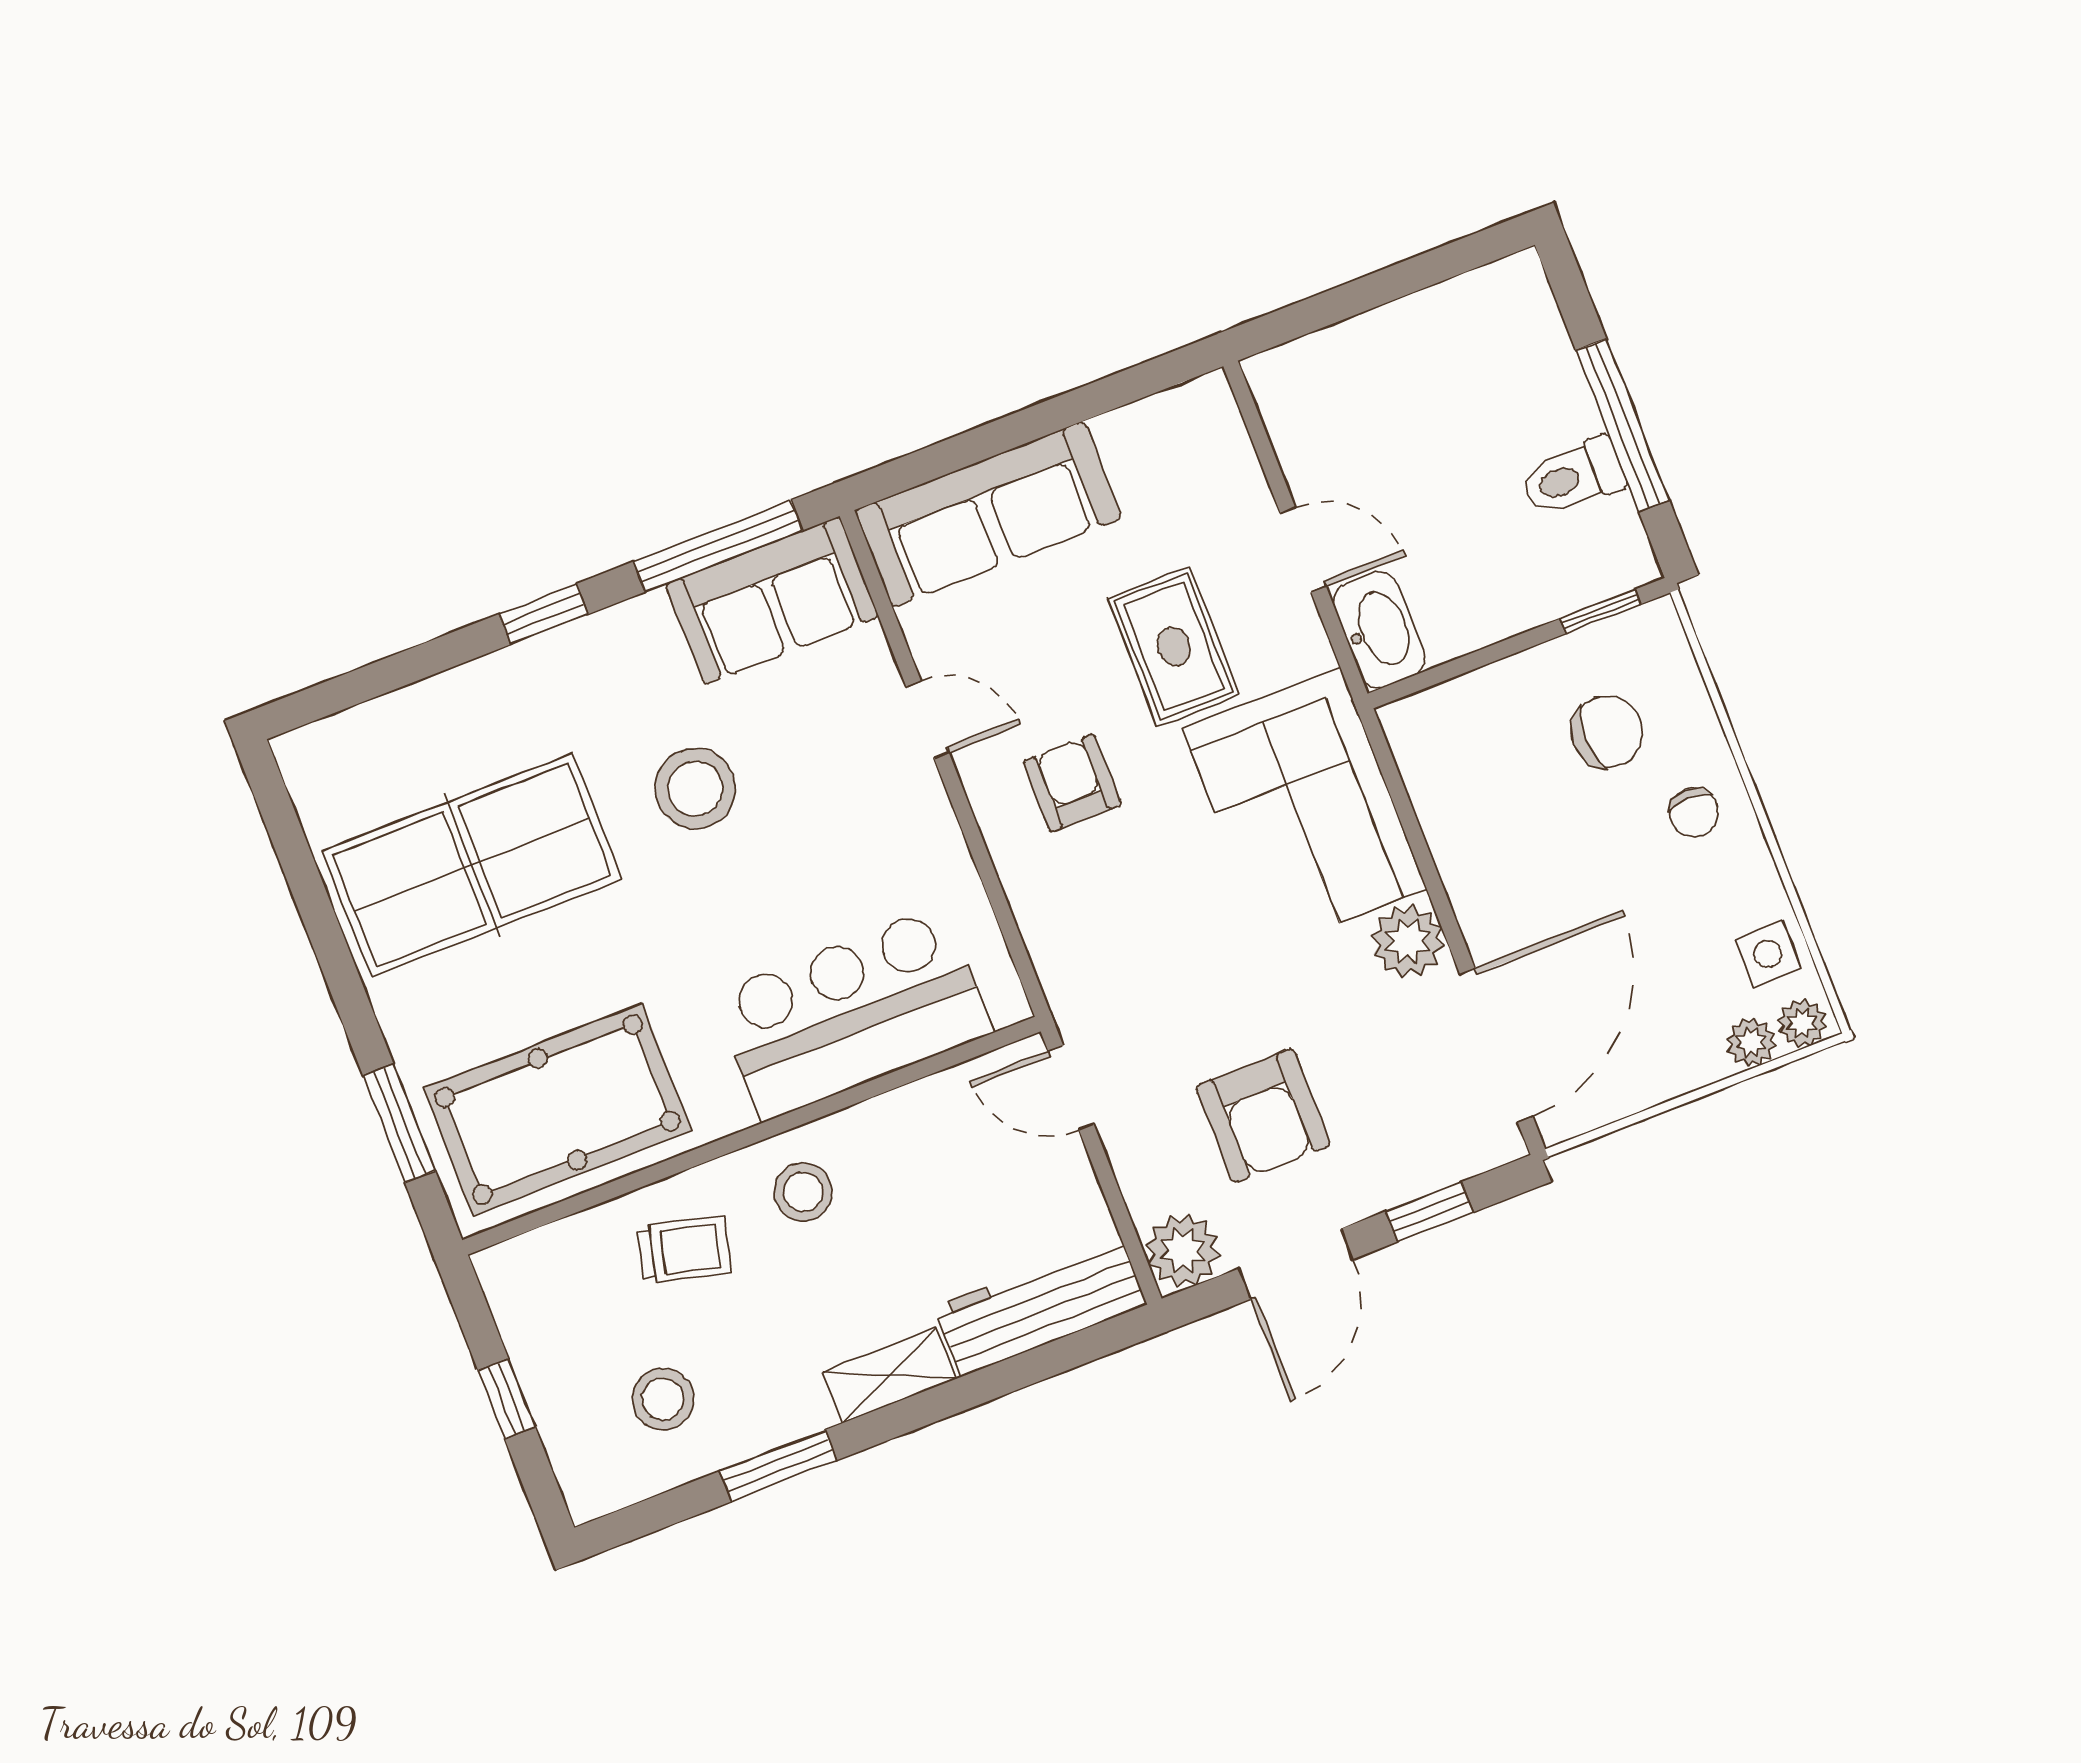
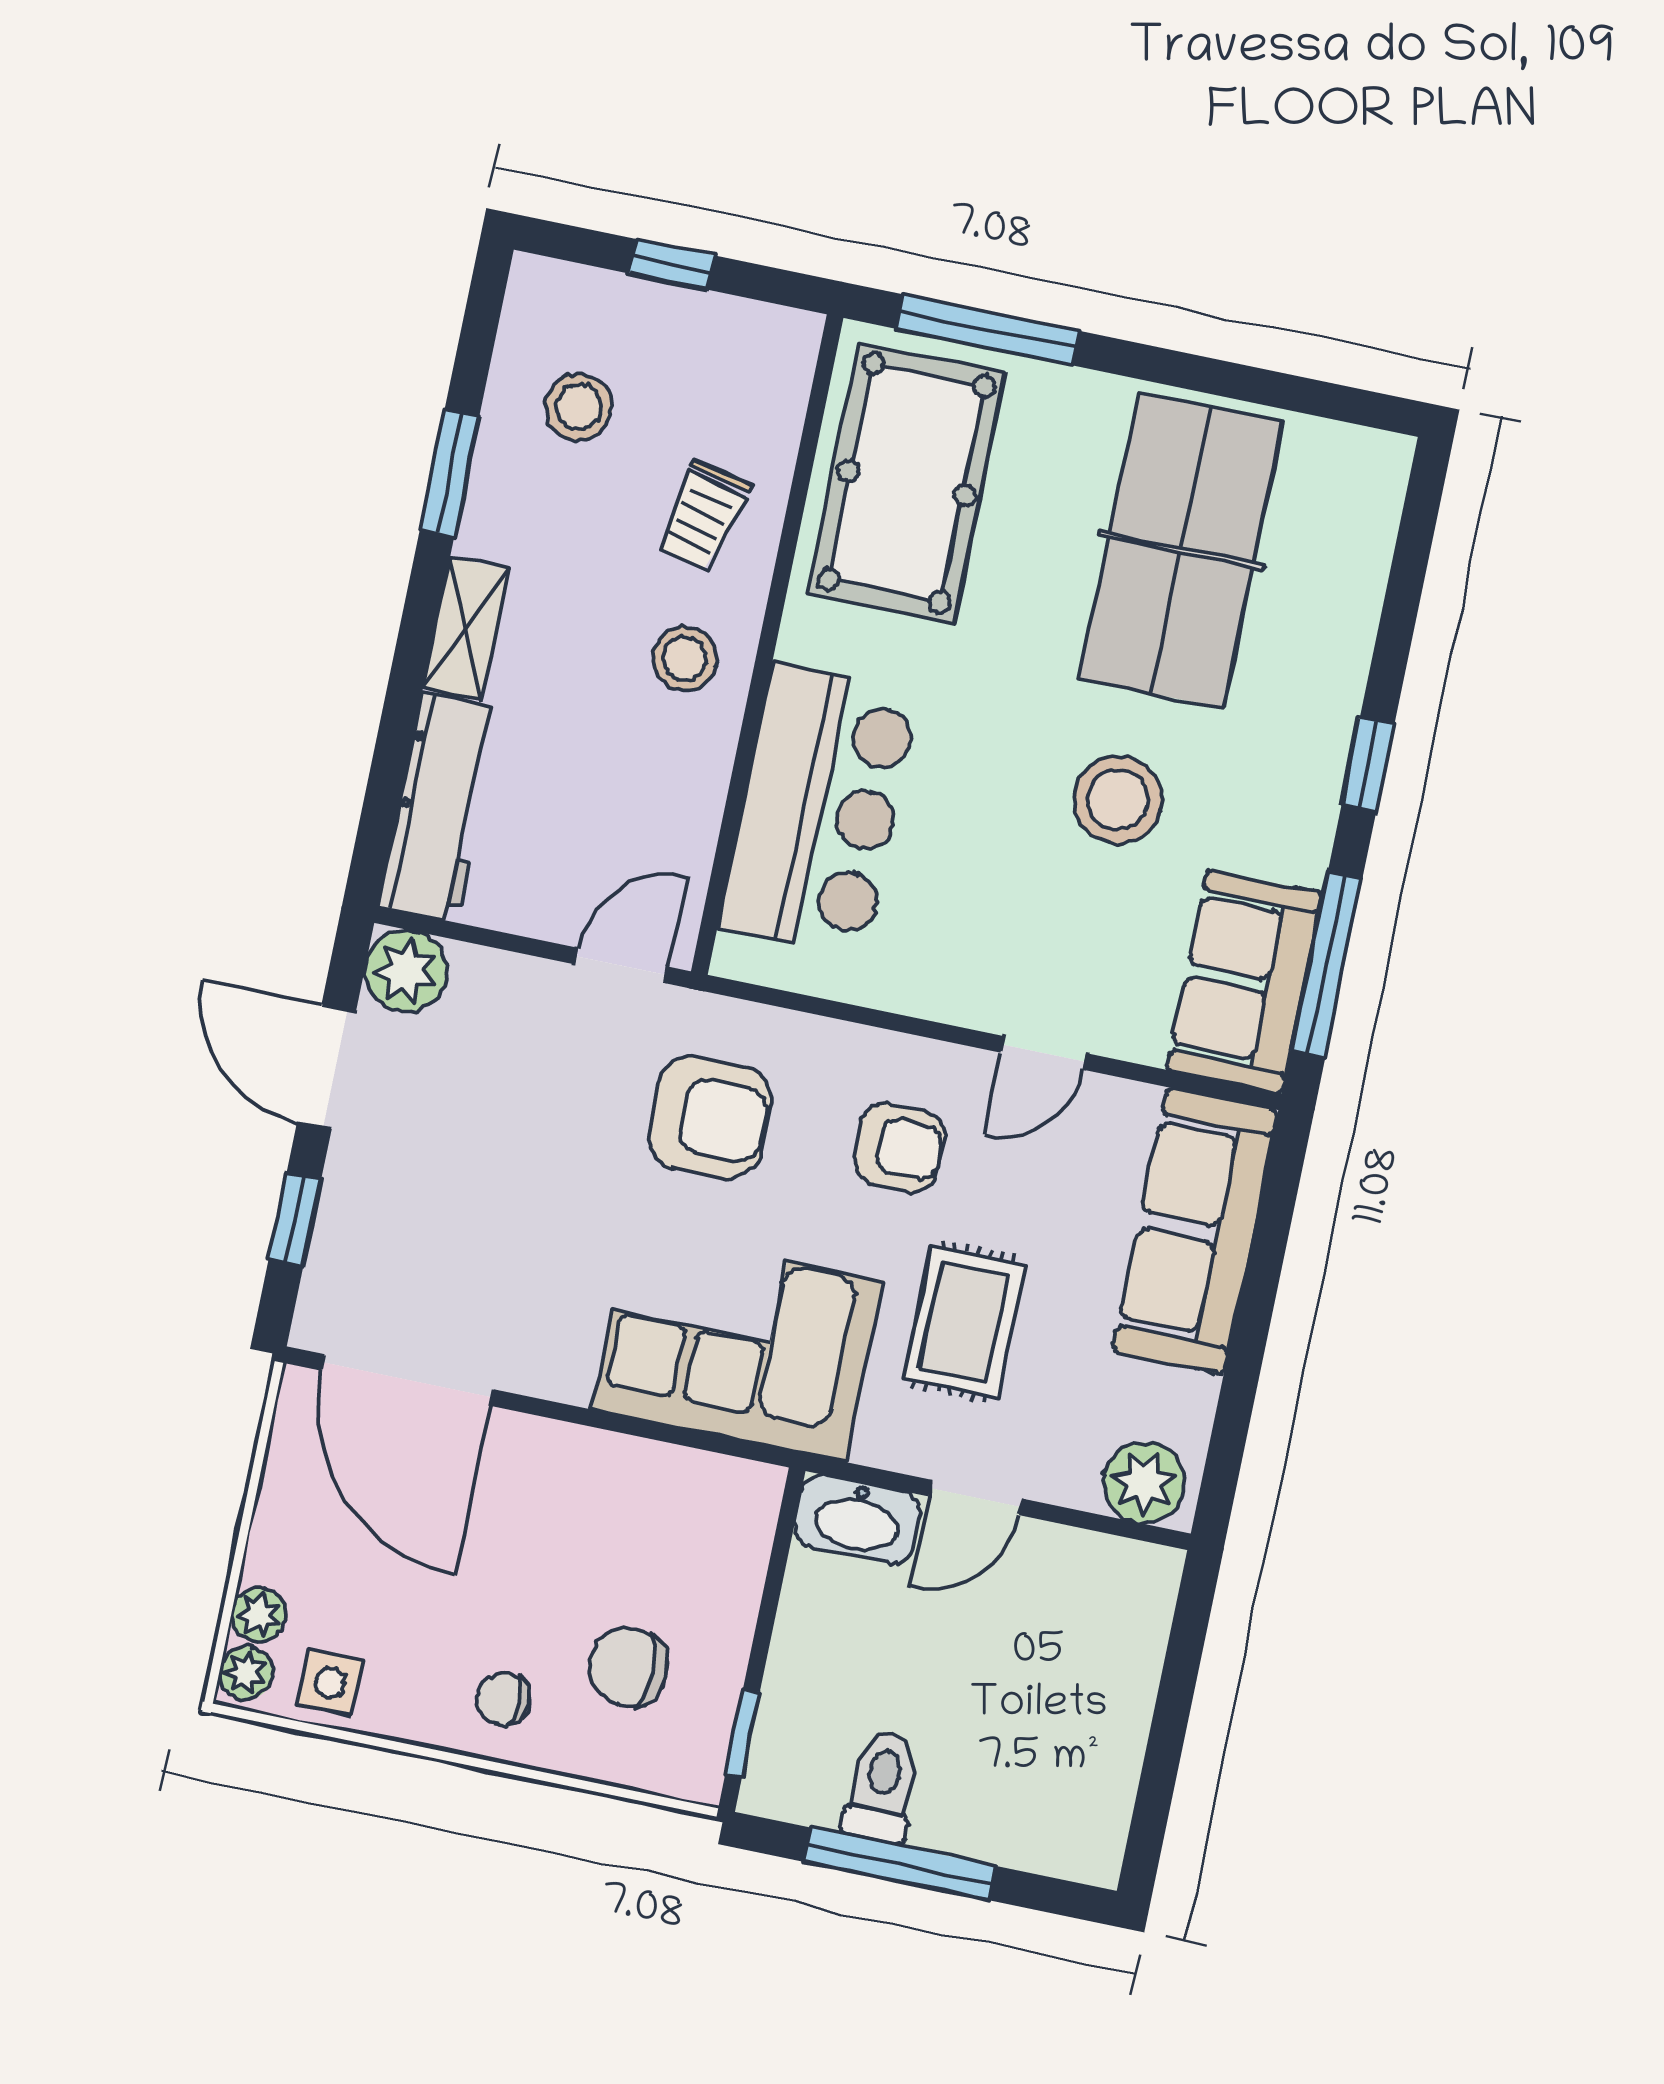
rug: (1174, 646) -> (964, 1322), turned 90
chair: (1607, 732) -> (628, 1667), turned 90
plant: (1408, 941) -> (1144, 1483), moved
armchair: (1263, 1116) -> (709, 1118), moved, turned 180
window: (399, 1123) -> (988, 330), width x1.44

